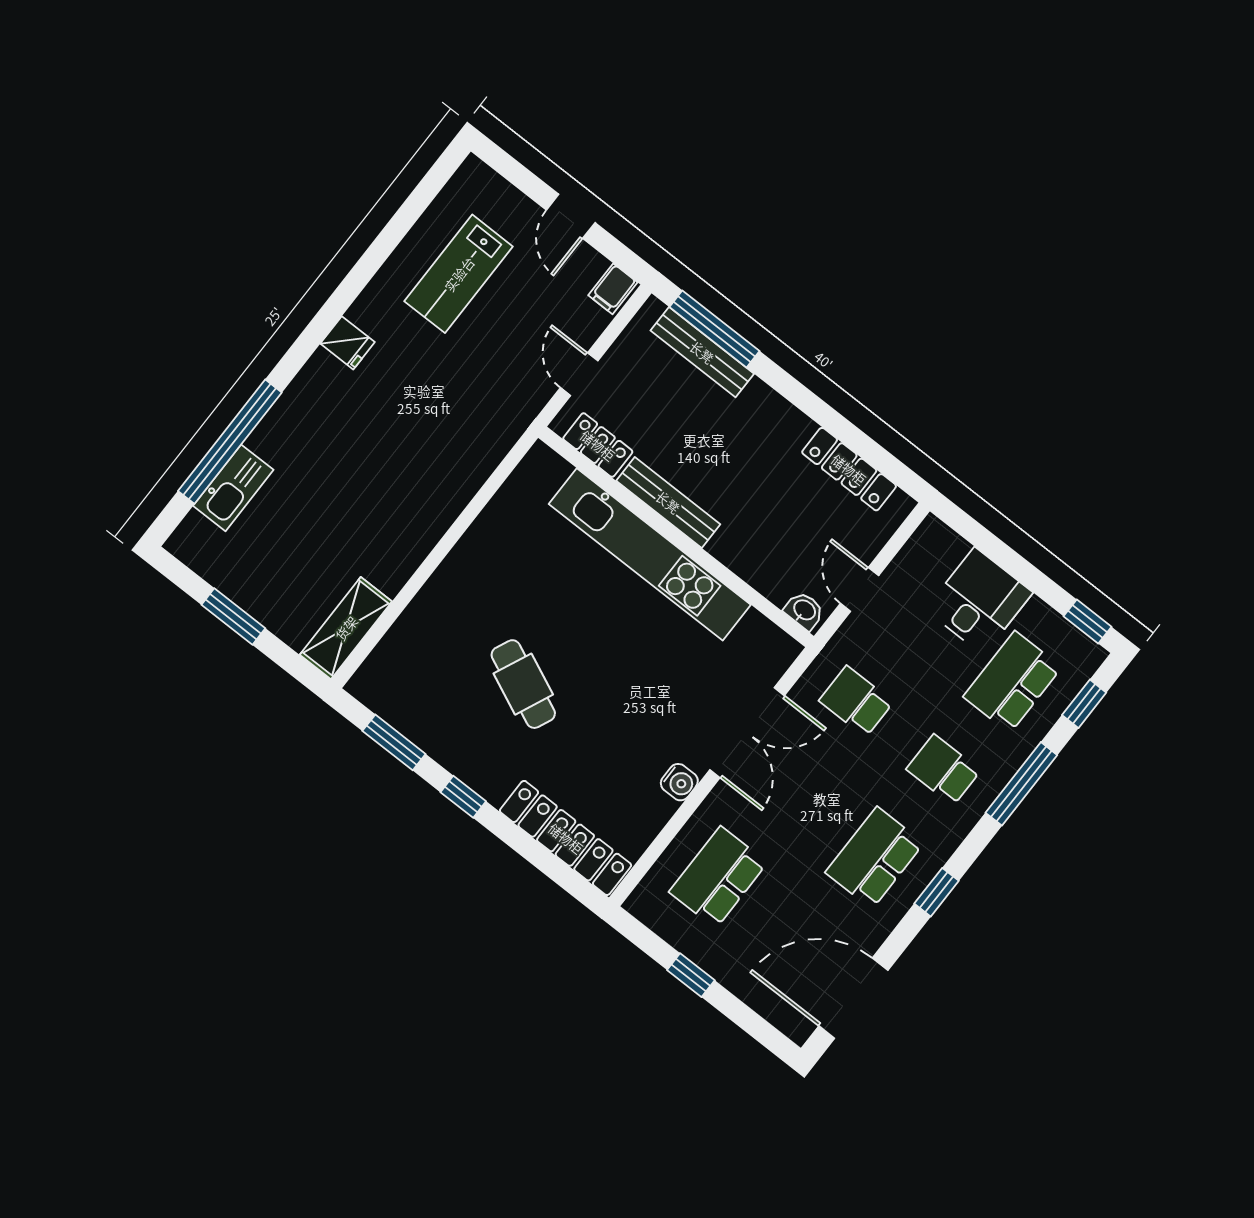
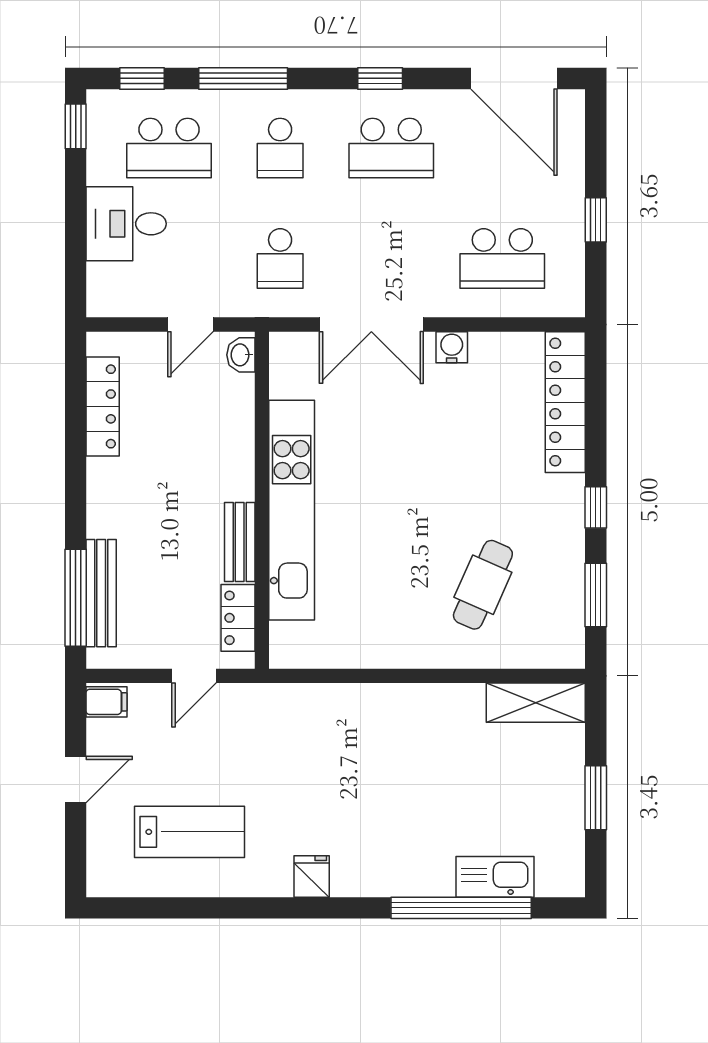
bench: (668, 502) -> (240, 542), width x0.73
cafe table: (523, 684) -> (483, 585), moved
double door: (747, 733) -> (371, 324), swing flipped

